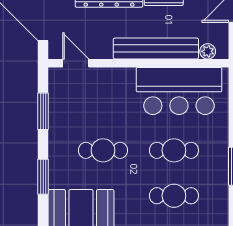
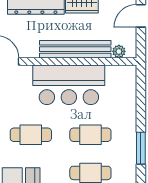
bar counter: (179, 91) -> (69, 85), moved

